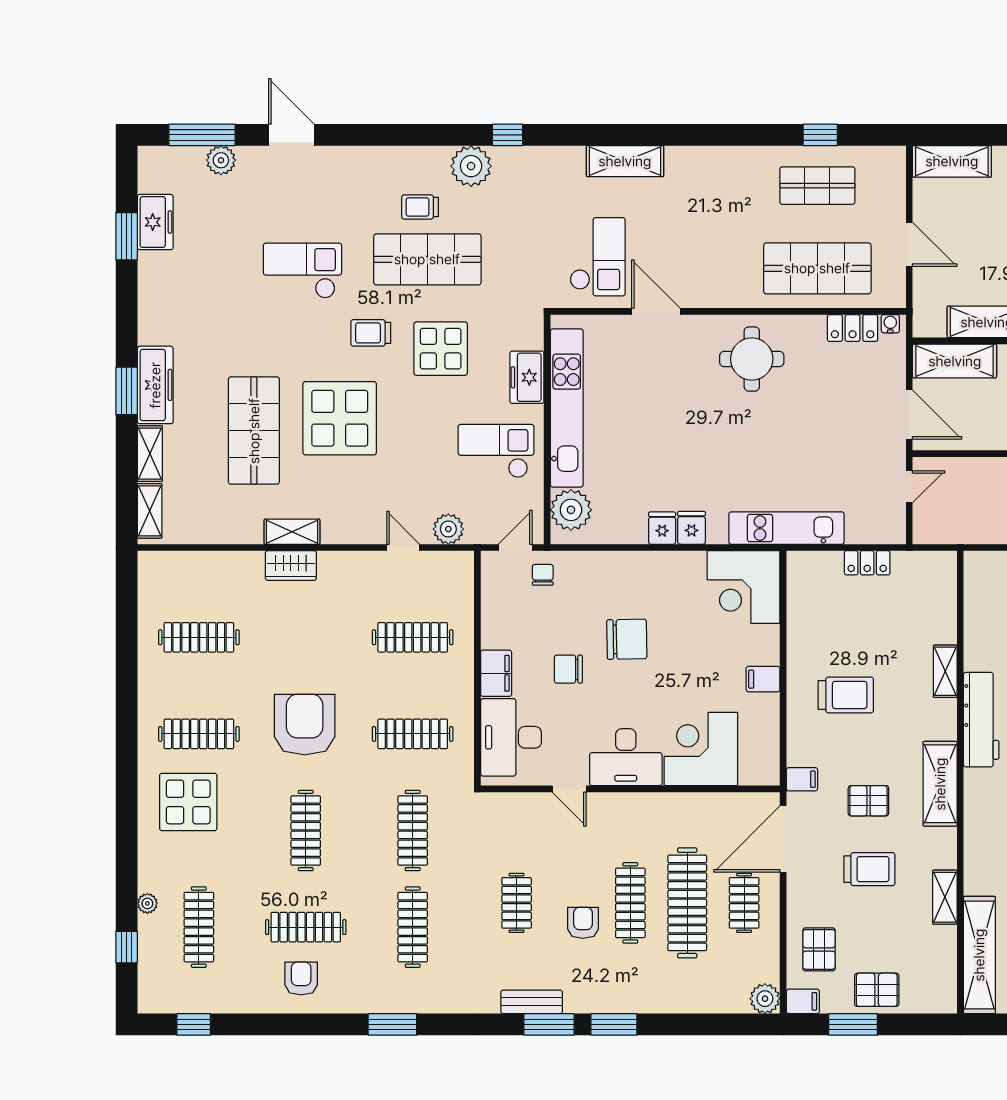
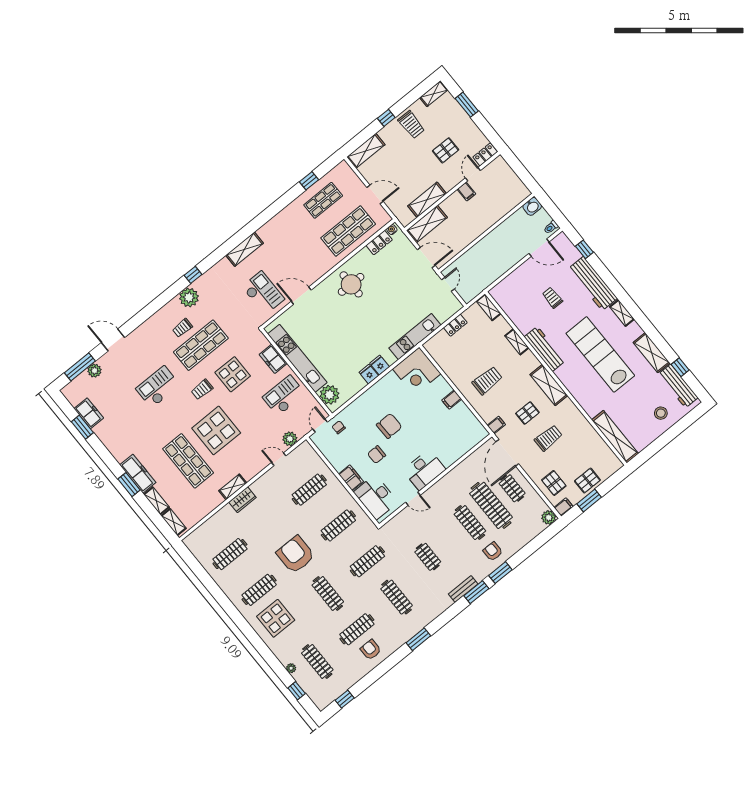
corner desk: (701, 749) -> (450, 444), removed
clothes rail: (413, 830) -> (367, 561), turned 90
shelving: (945, 897) -> (489, 307), moved
armchair: (583, 923) -> (493, 551), moved

